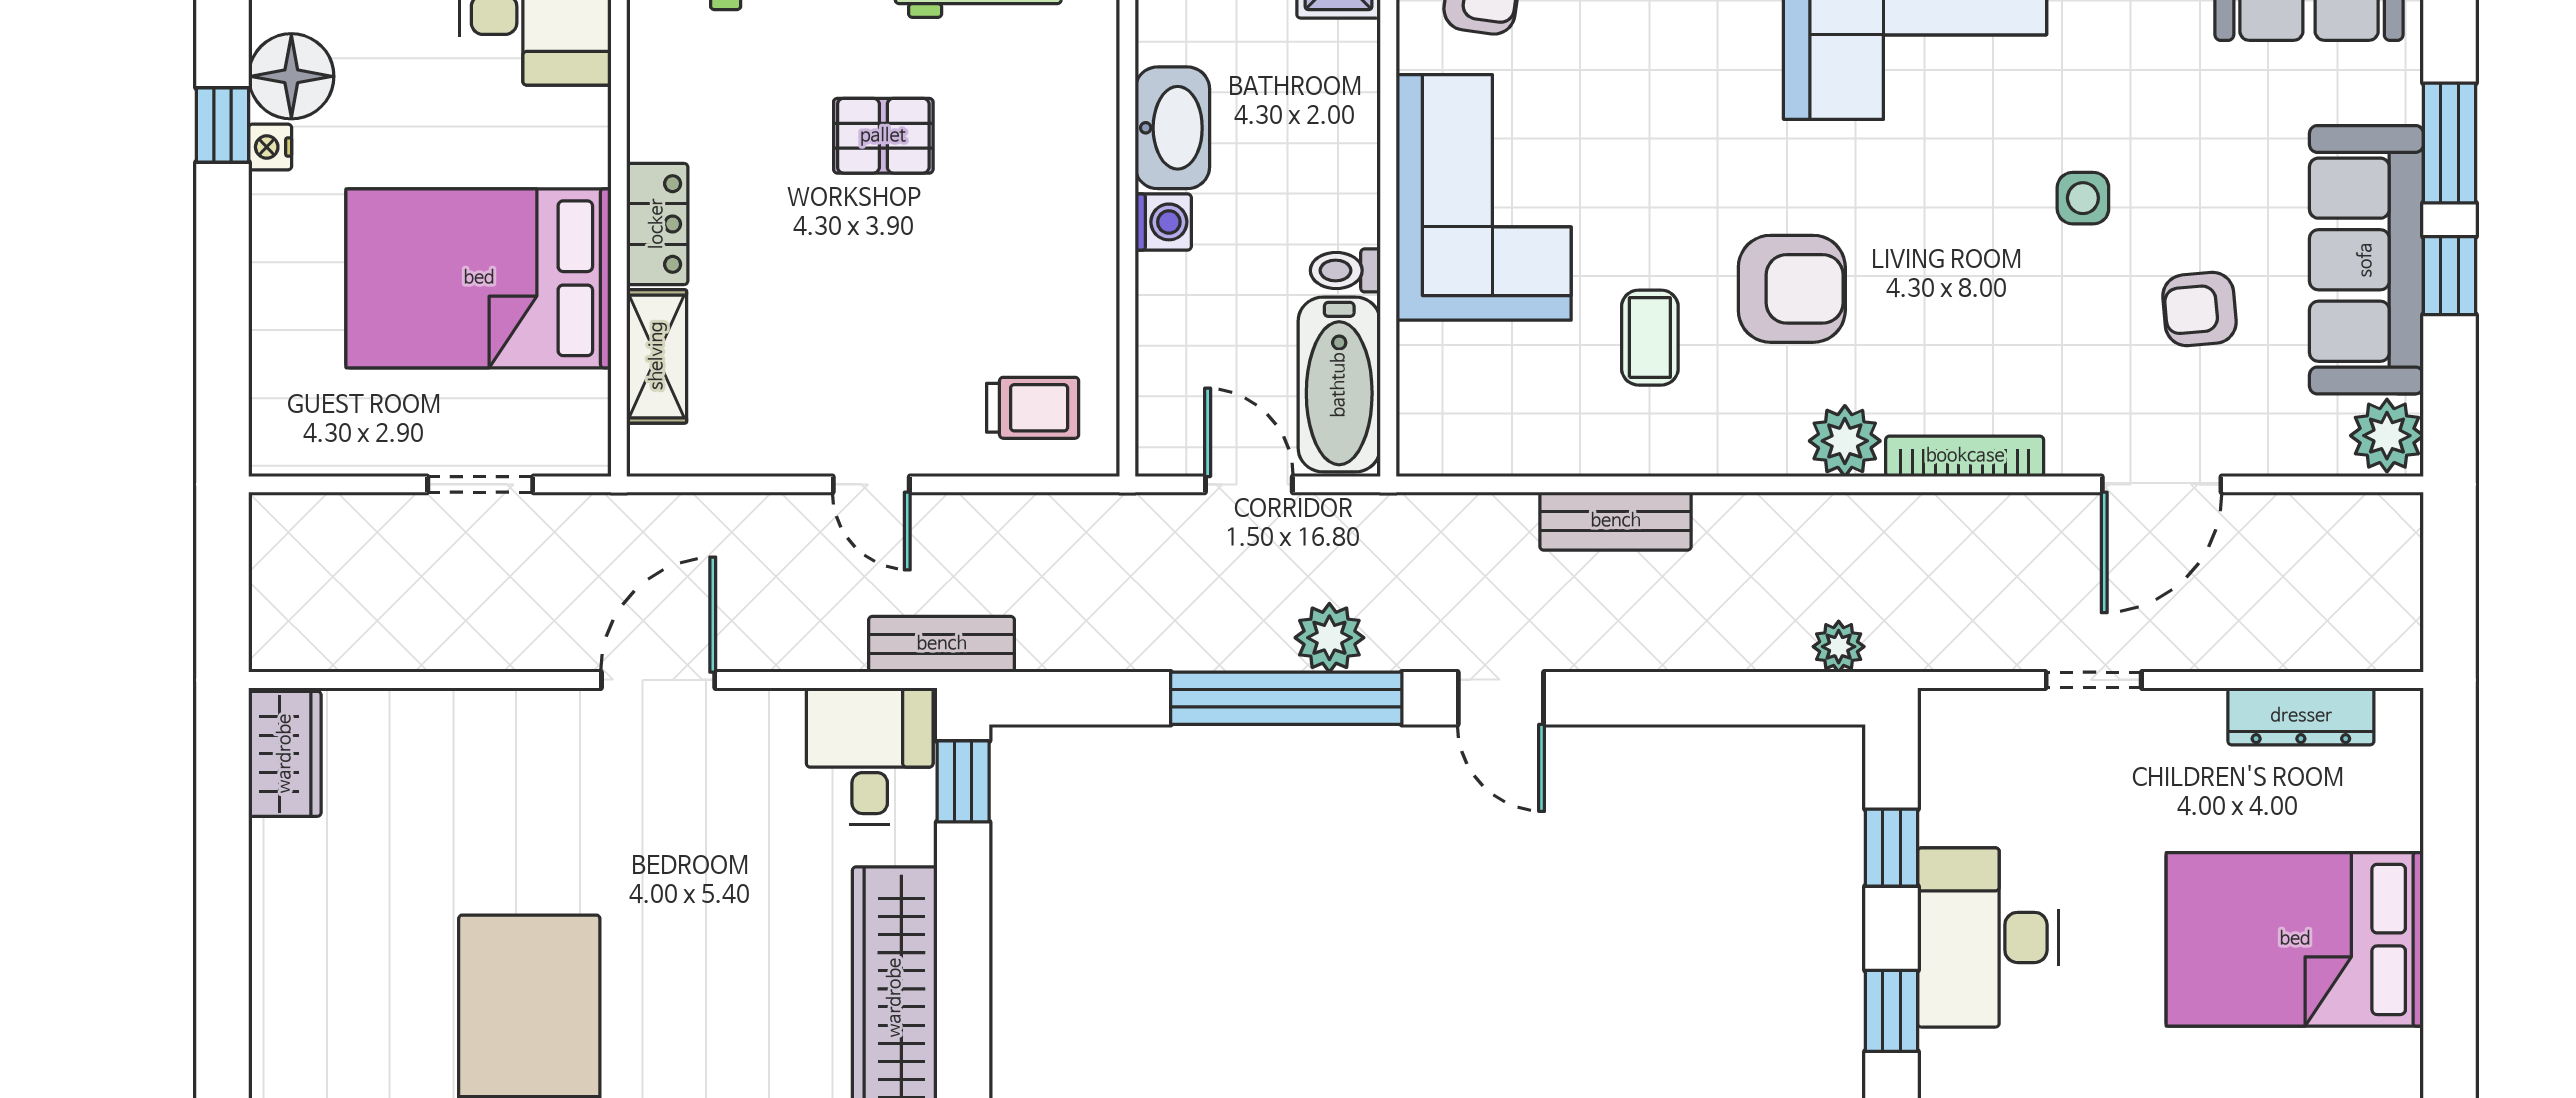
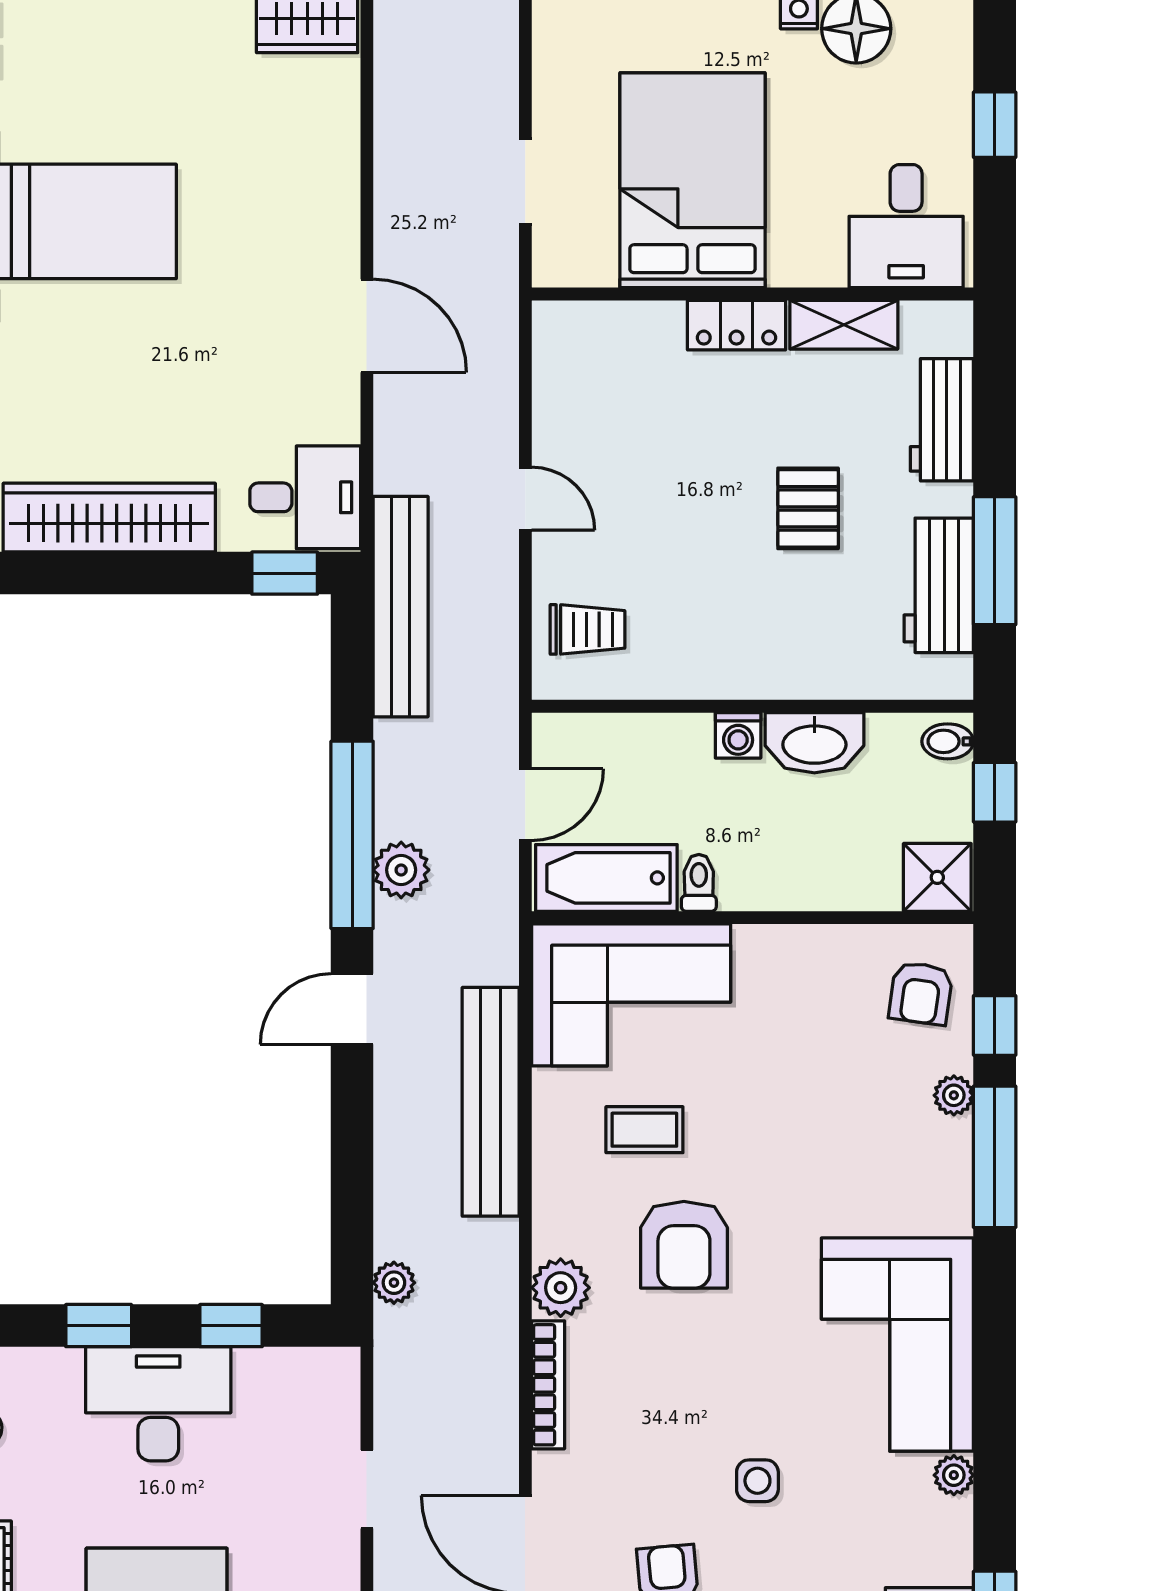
corner sofa: (1484, 197) -> (631, 995), moved
shelving: (657, 356) -> (844, 325), moved
trolley: (1033, 408) -> (588, 629), turned -90
door: (871, 484) -> (525, 499), swing flipped
bench: (1616, 521) -> (491, 1102), width x1.86, depth x1.21
bench: (942, 644) -> (401, 607), width x1.86, depth x1.21

